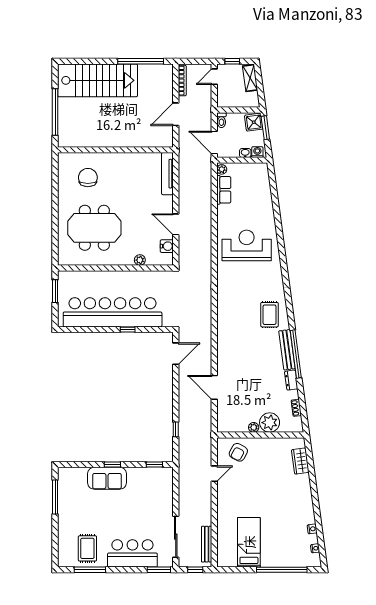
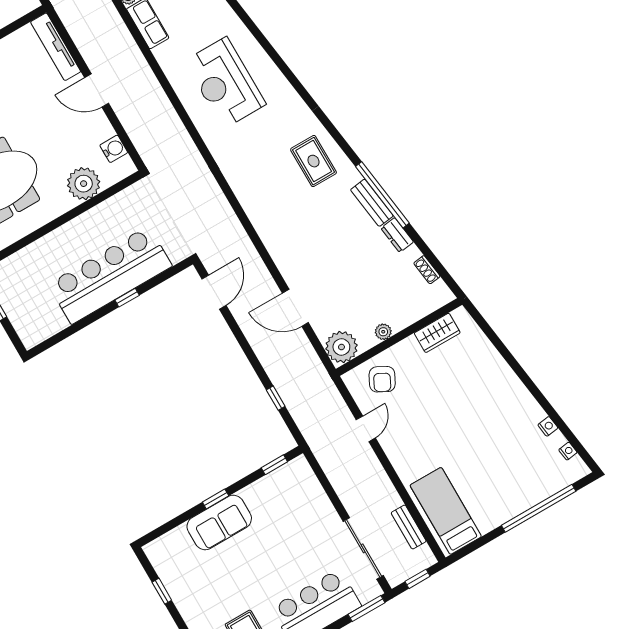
door: (176, 224) -> (97, 91), moved
reception desk: (247, 245) -> (225, 83), turned -90
plant: (140, 260) -> (84, 184), width x1.87, depth x1.87
bar counter: (113, 312) -> (110, 275), width x0.73
bench: (287, 350) -> (372, 203), width x0.73
plant: (270, 423) -> (341, 347), moved
wardrobe: (300, 461) -> (437, 333), moved, turned -82
window: (55, 497) -> (162, 591), width x0.46
bed: (249, 542) -> (446, 511), moved
bench: (207, 544) -> (409, 527), width x0.73

